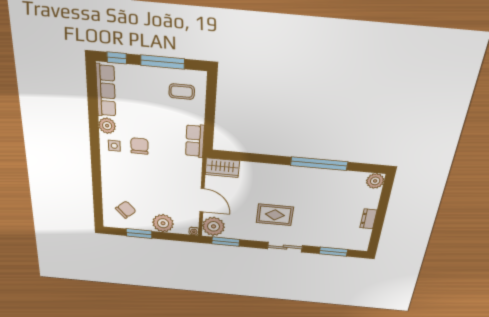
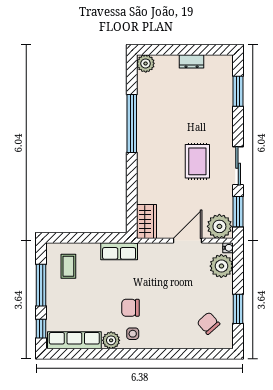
plant: (163, 223) -> (221, 266), moved
sliding door: (285, 247) -> (238, 166), moved

